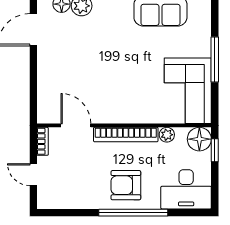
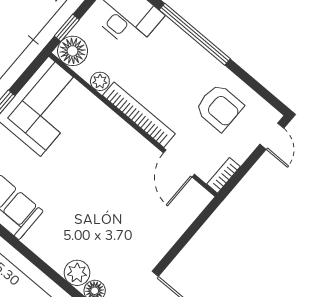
door: (33, 175) -> (272, 136), moved
armchair: (126, 185) -> (219, 107), moved

